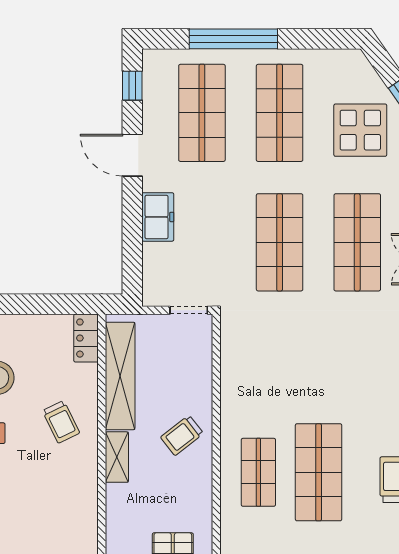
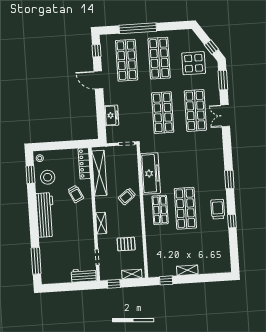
freezer: (158, 217) -> (111, 115), moved
locker: (86, 338) -> (84, 163), width x1.53
freezer: (241, 385) -> (150, 173), added
shelving: (117, 457) -> (101, 223), moved

